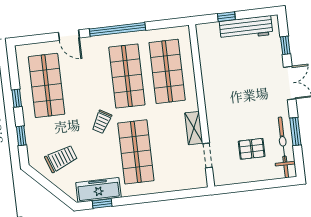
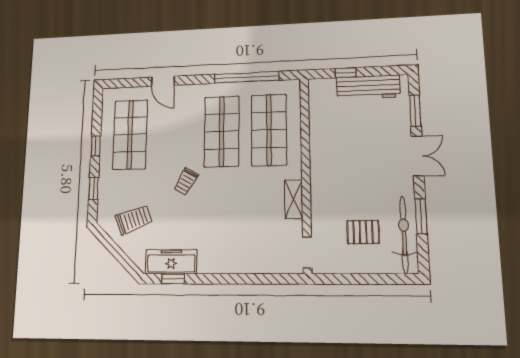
window: (118, 29) -> (247, 77), moved
window: (285, 45) -> (415, 111), width x1.50
shop shelf: (136, 152) -> (221, 221), removed
doorway: (207, 155) -> (307, 252), moved

